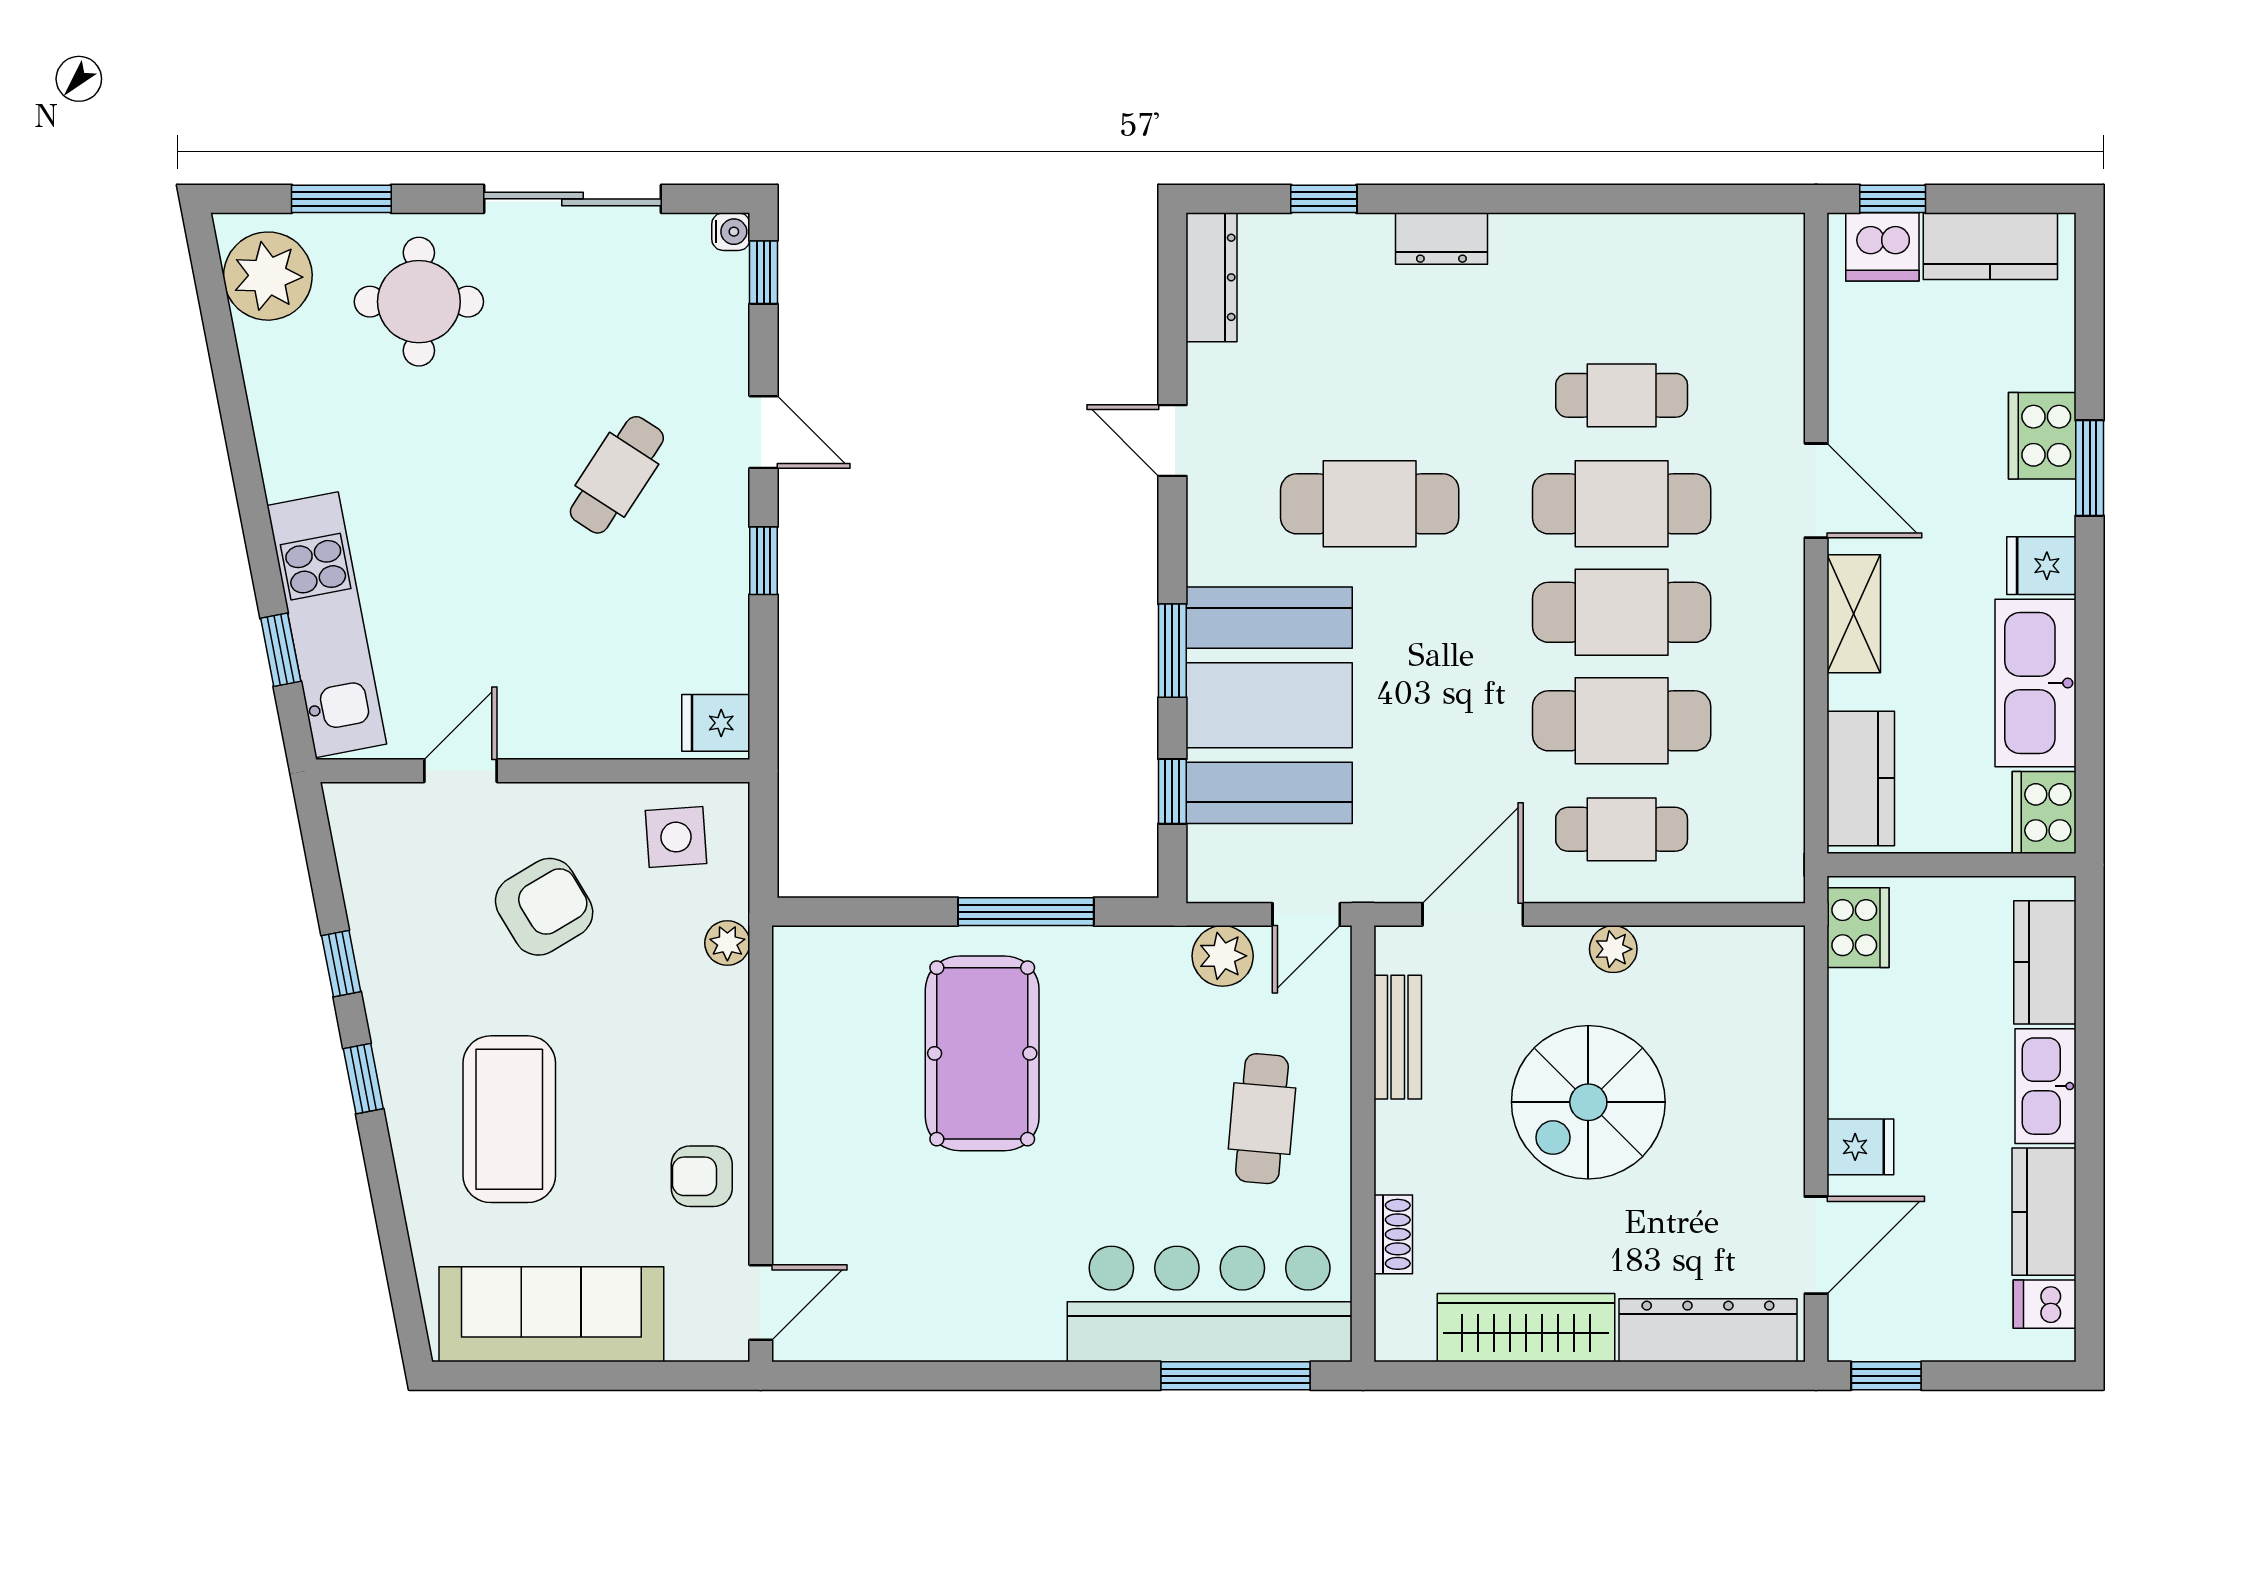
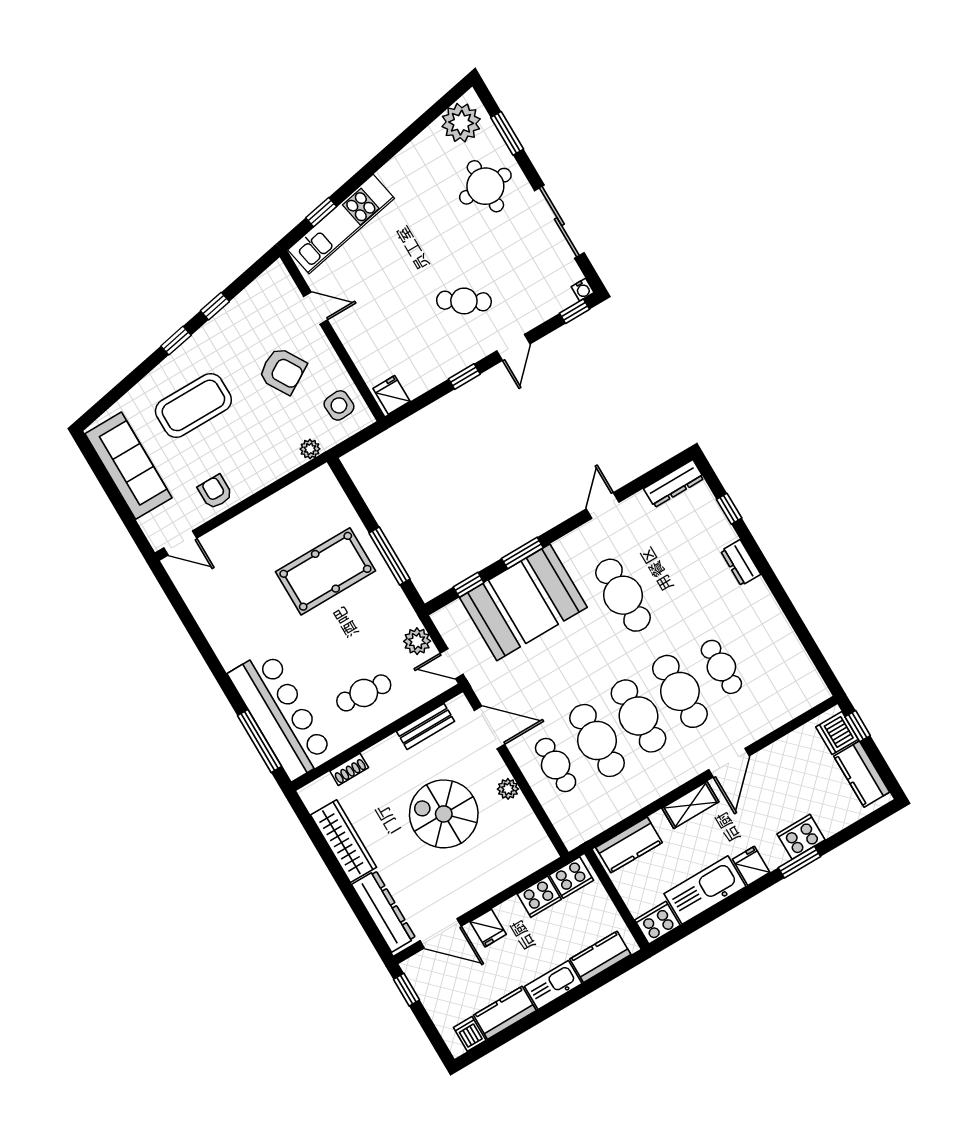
cooker: (1858, 1012) -> (539, 897), added

